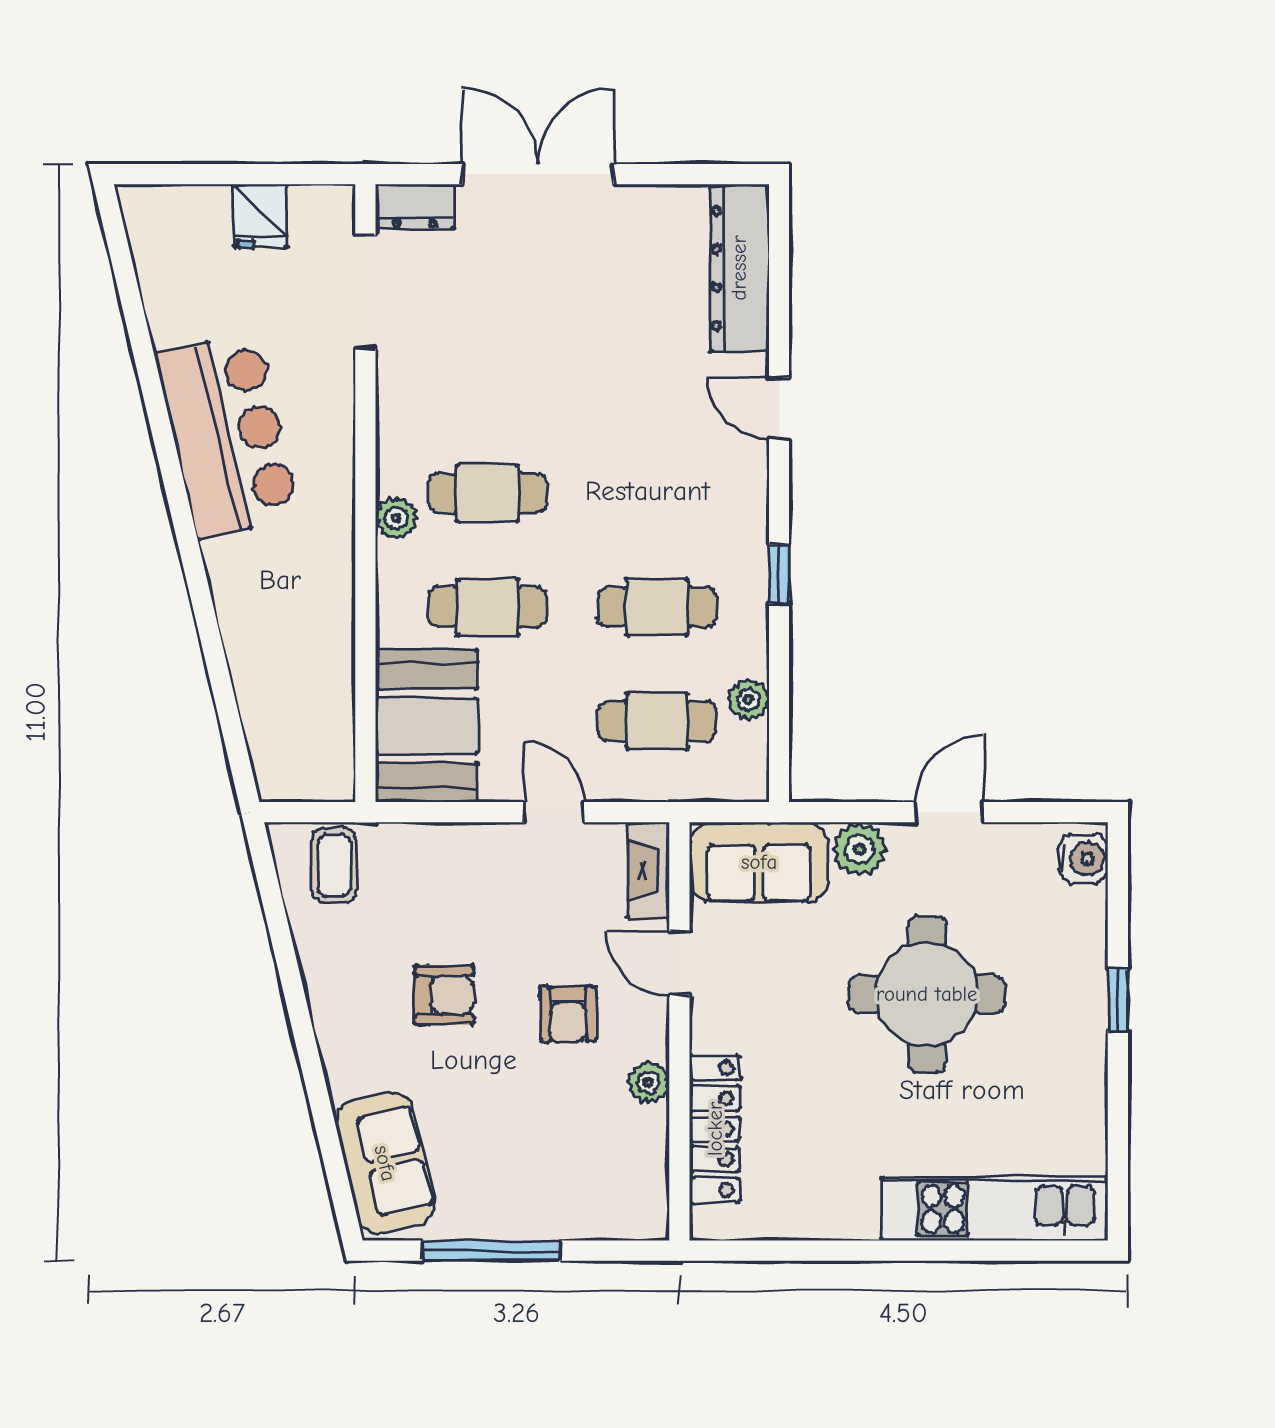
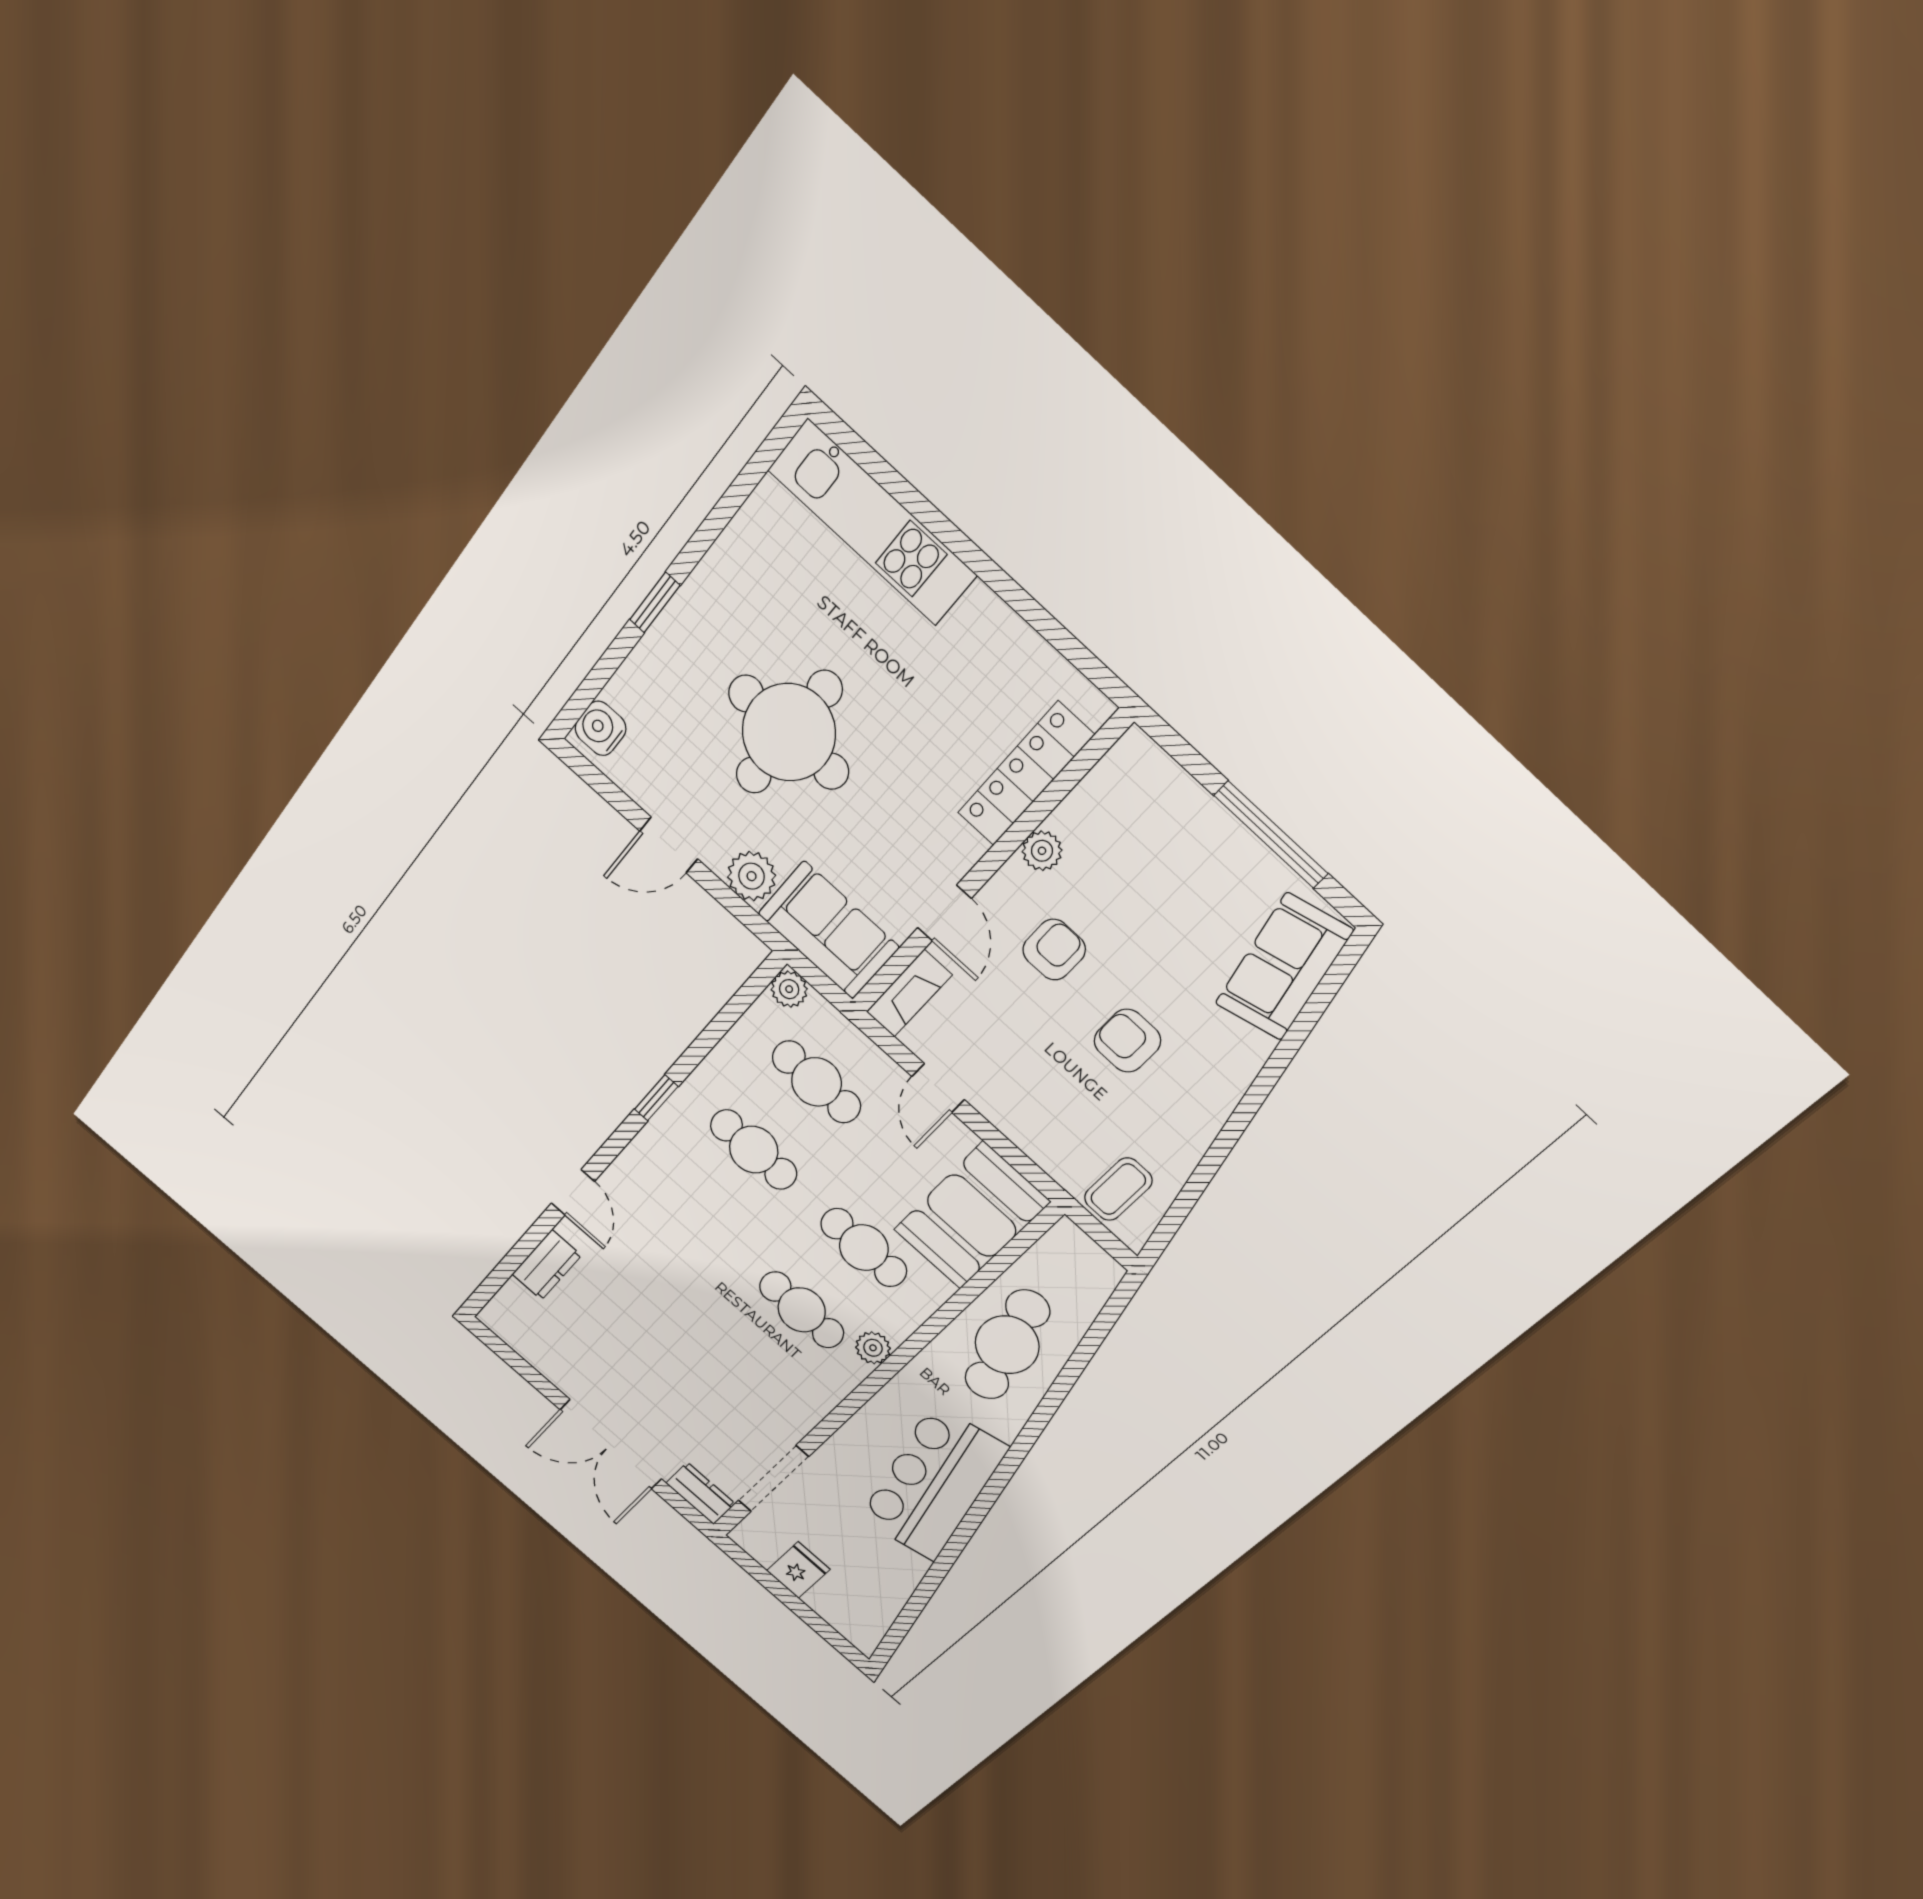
dresser: (739, 268) -> (547, 1265), width x0.51, depth x0.80
cafe table: (291, 636) -> (1007, 1345), added
plant: (748, 699) -> (789, 989), moved

